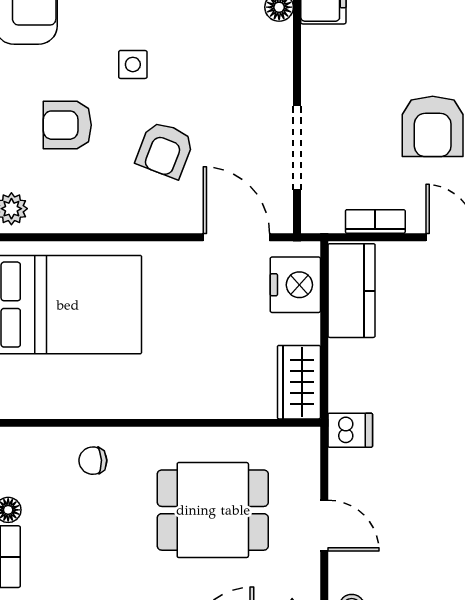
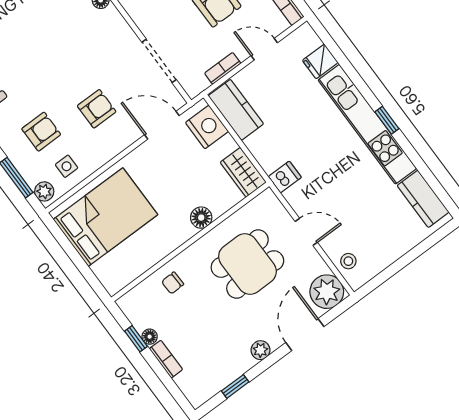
side table: (133, 64) -> (67, 166), moved
armchair: (67, 125) -> (41, 132), turned 180
armchair: (165, 150) -> (97, 109), turned -111
floor lamp: (197, 401) -> (201, 218), added

